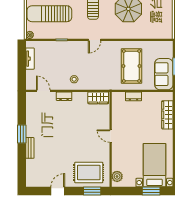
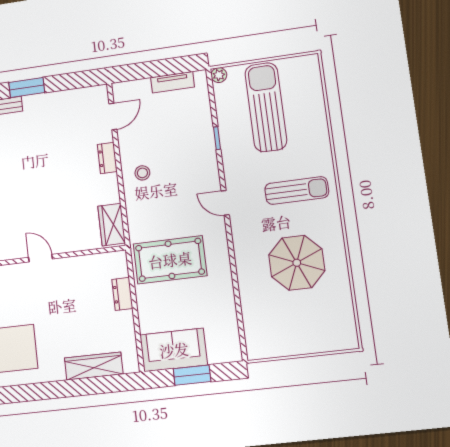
pool table: (131, 66) -> (170, 260), moved
door: (111, 136) -> (40, 258), hinge flipped

